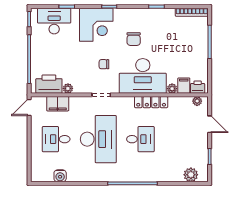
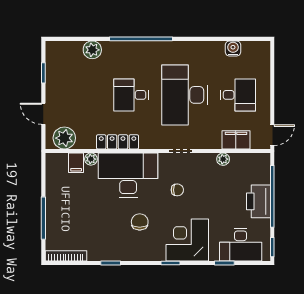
printer: (49, 84) -> (259, 201), moved, turned 90
printer: (198, 87) -> (59, 161), removed
plant: (197, 101) -> (64, 138), width x1.88, depth x1.88
plant: (191, 175) -> (92, 50), moved

